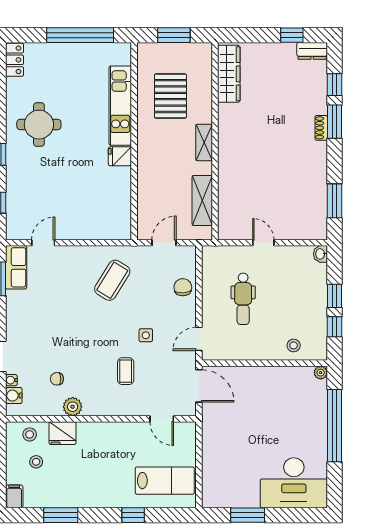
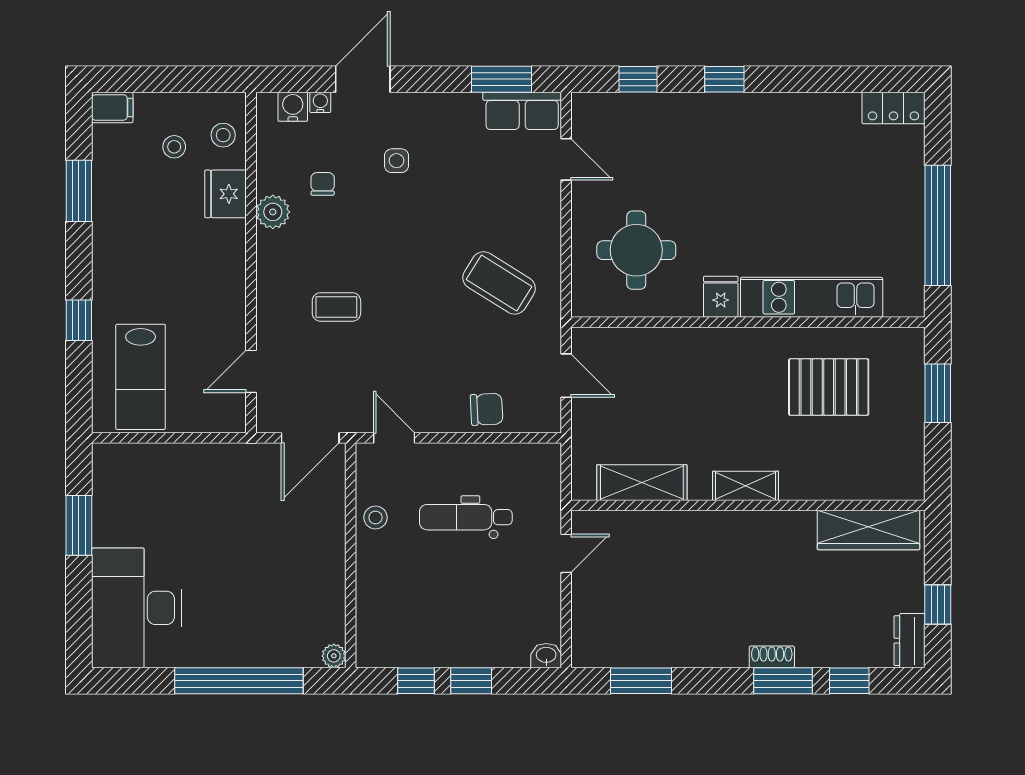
wardrobe: (229, 74) -> (868, 530), moved
round table: (39, 125) -> (636, 250), moved
wall: (215, 141) -> (748, 505), moved
shelving: (204, 143) -> (746, 486), moved
shelving: (202, 200) -> (642, 483), moved
side table: (146, 335) -> (397, 161), moved
stool: (294, 345) -> (375, 517), moved

